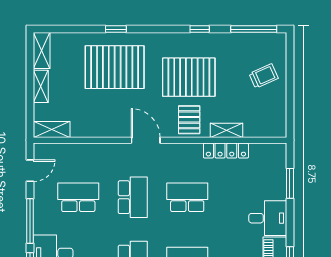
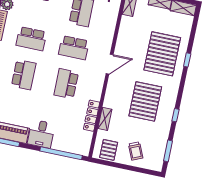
window: (254, 29) -> (168, 151), width x0.69
pallet: (189, 120) -> (109, 150), moved, turned 90
window: (290, 183) -> (61, 153), width x2.11
school desk: (187, 197) -> (66, 84), turned 180

